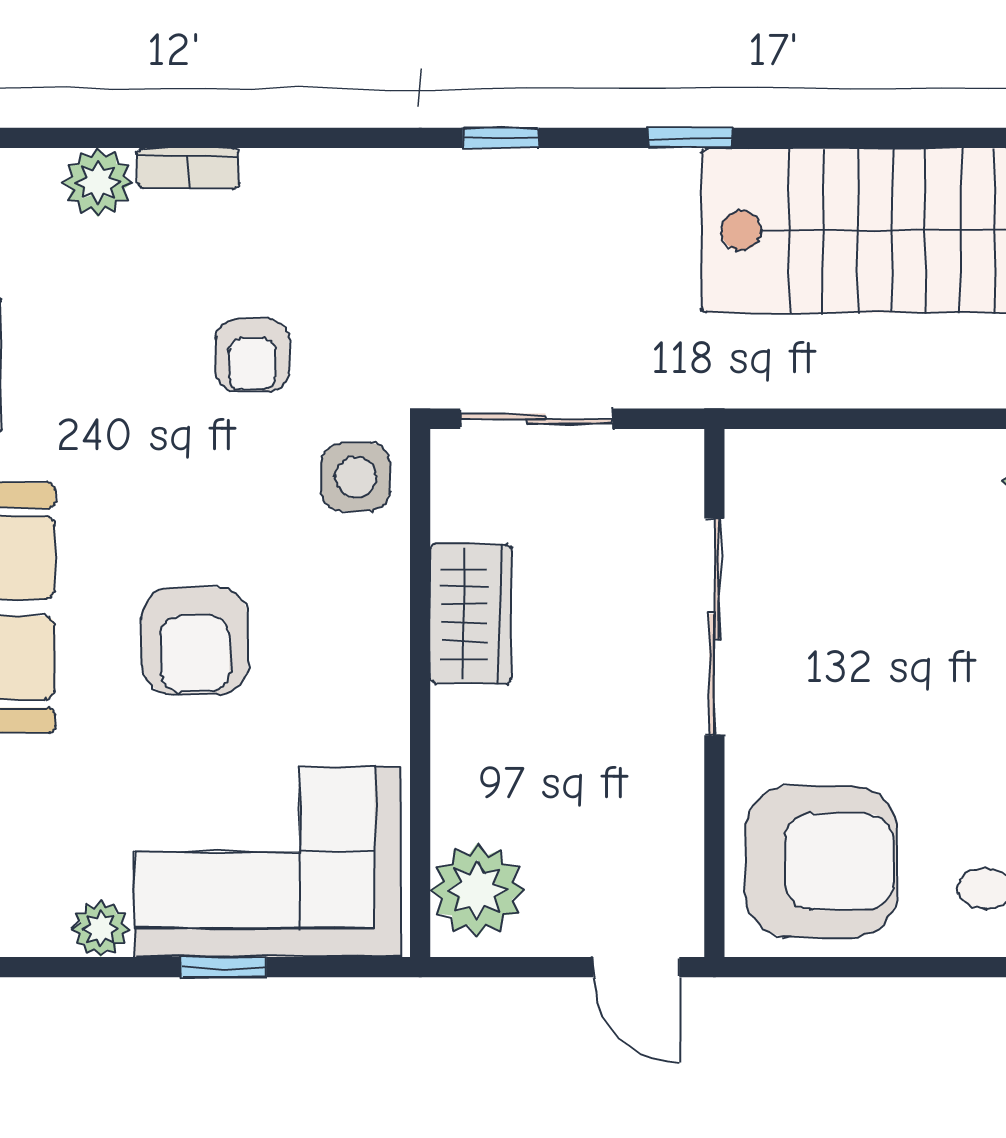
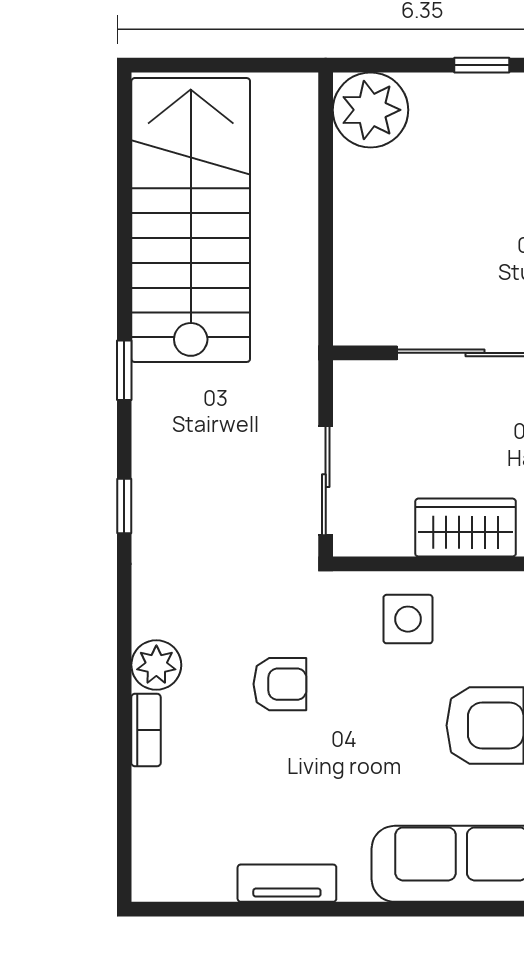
plant: (98, 183) -> (156, 665), moved
side table: (356, 477) -> (408, 619), moved

